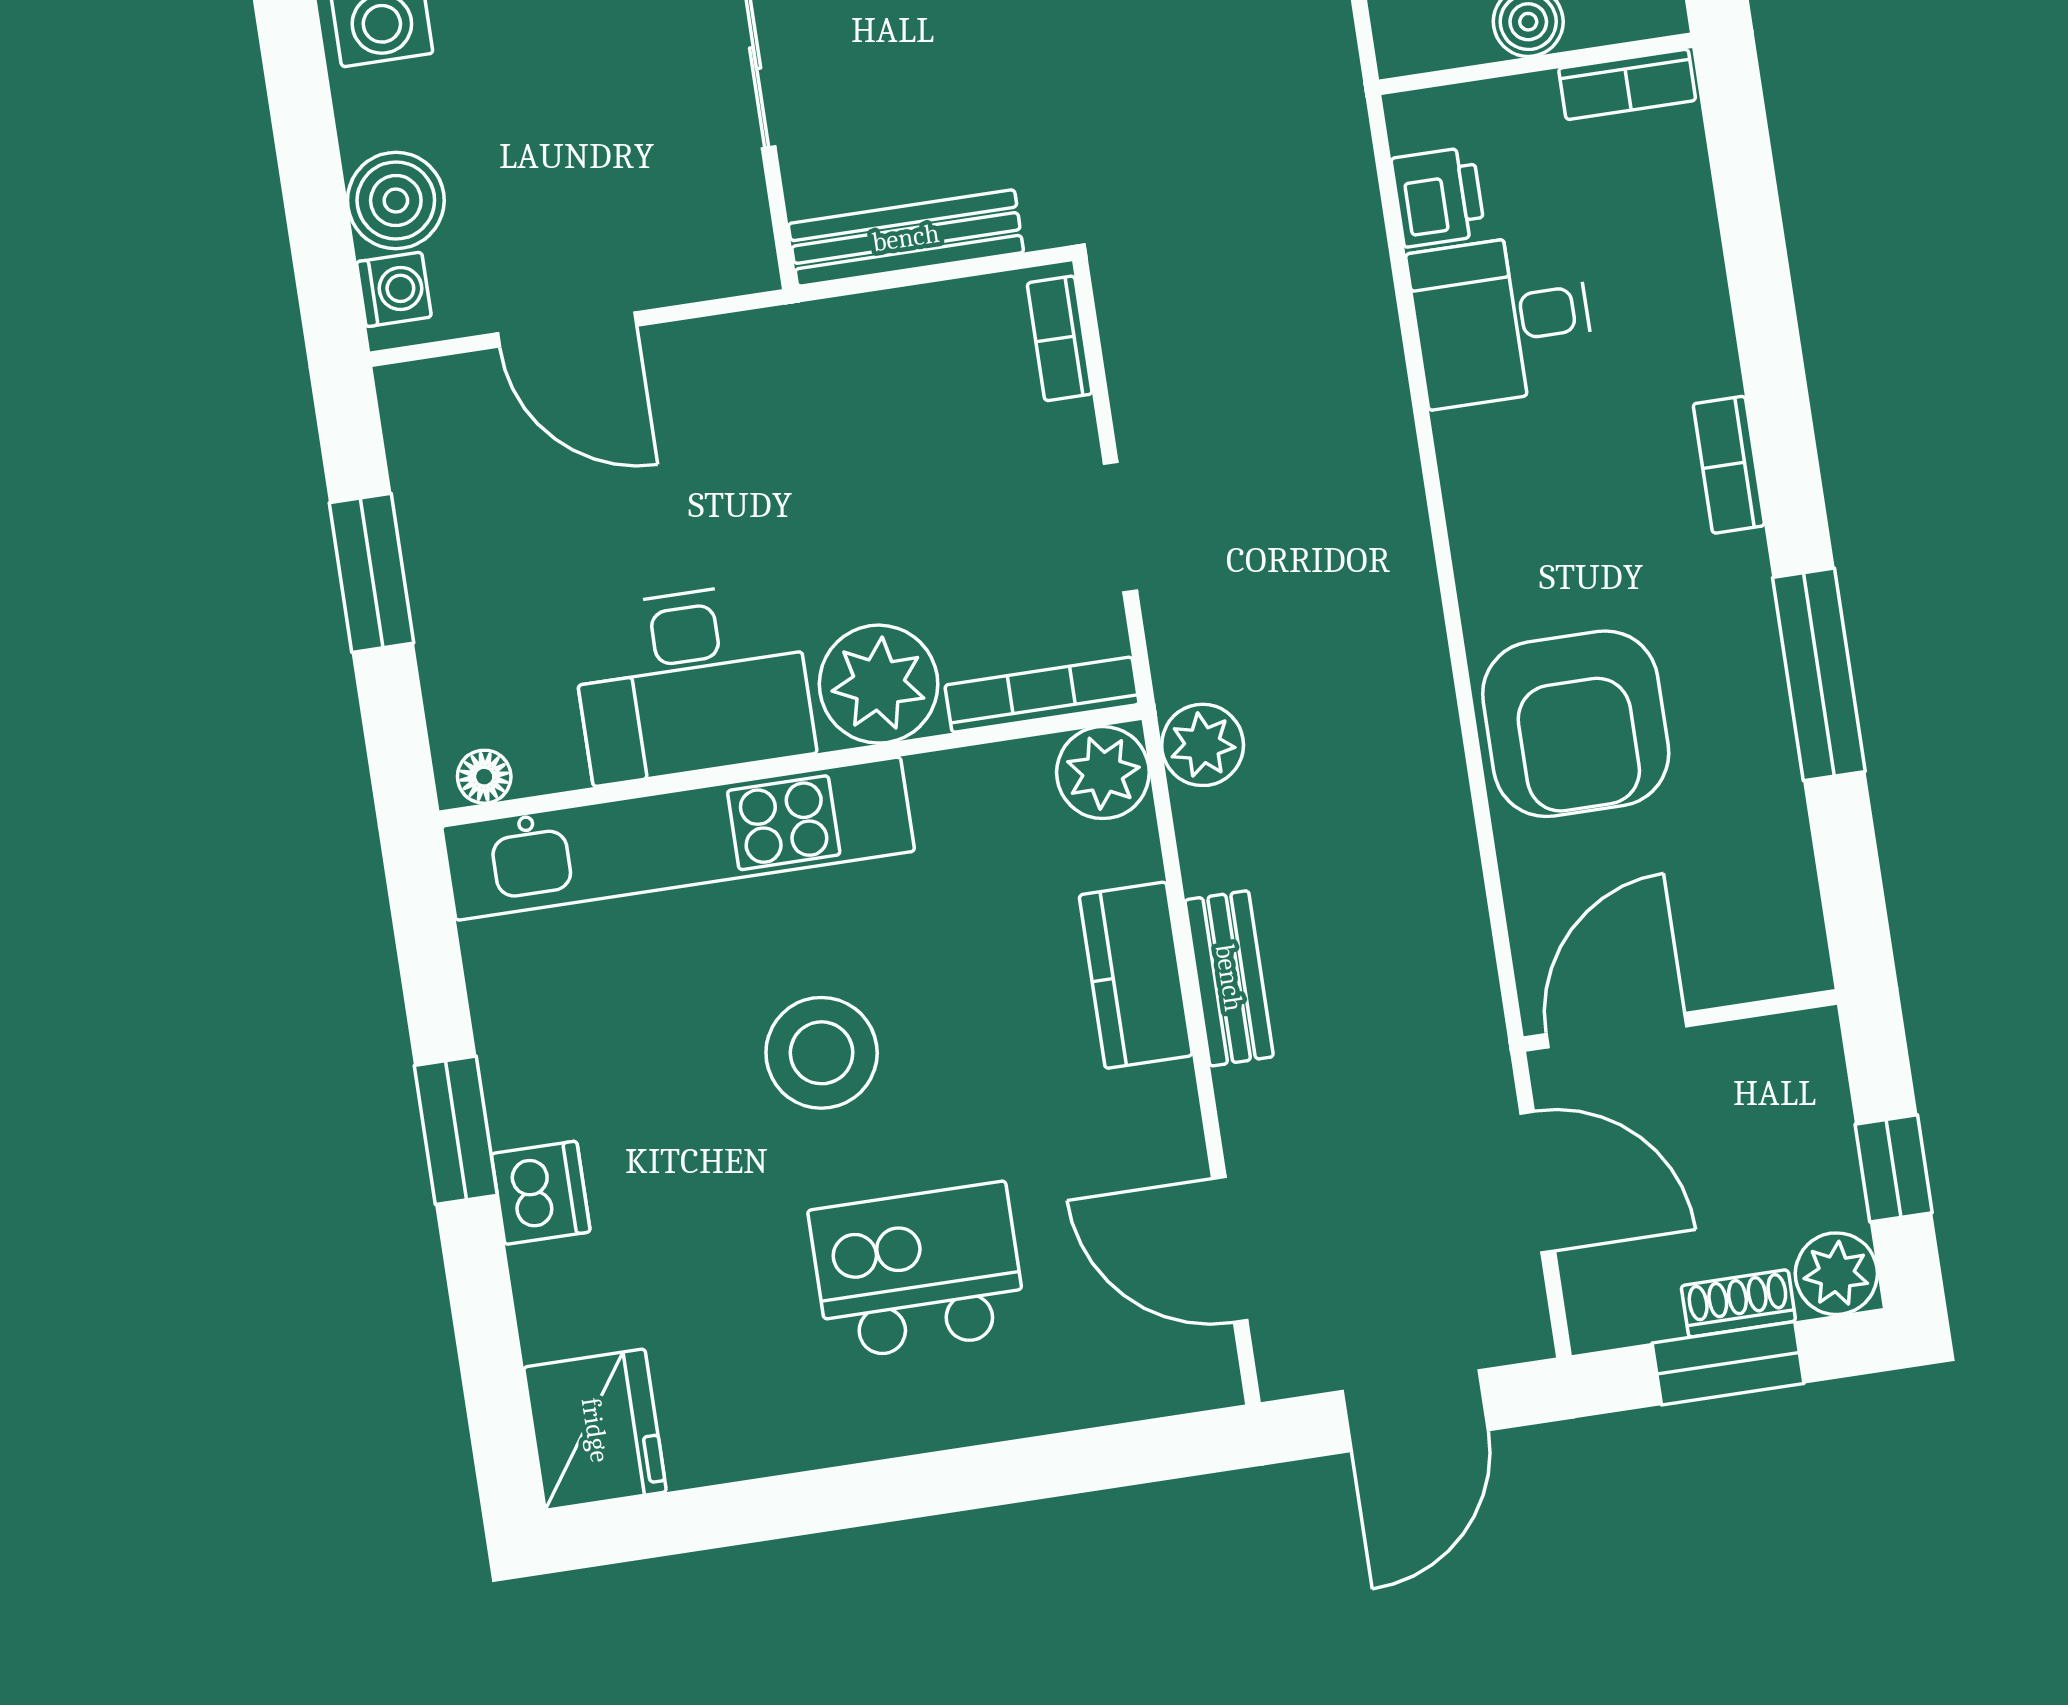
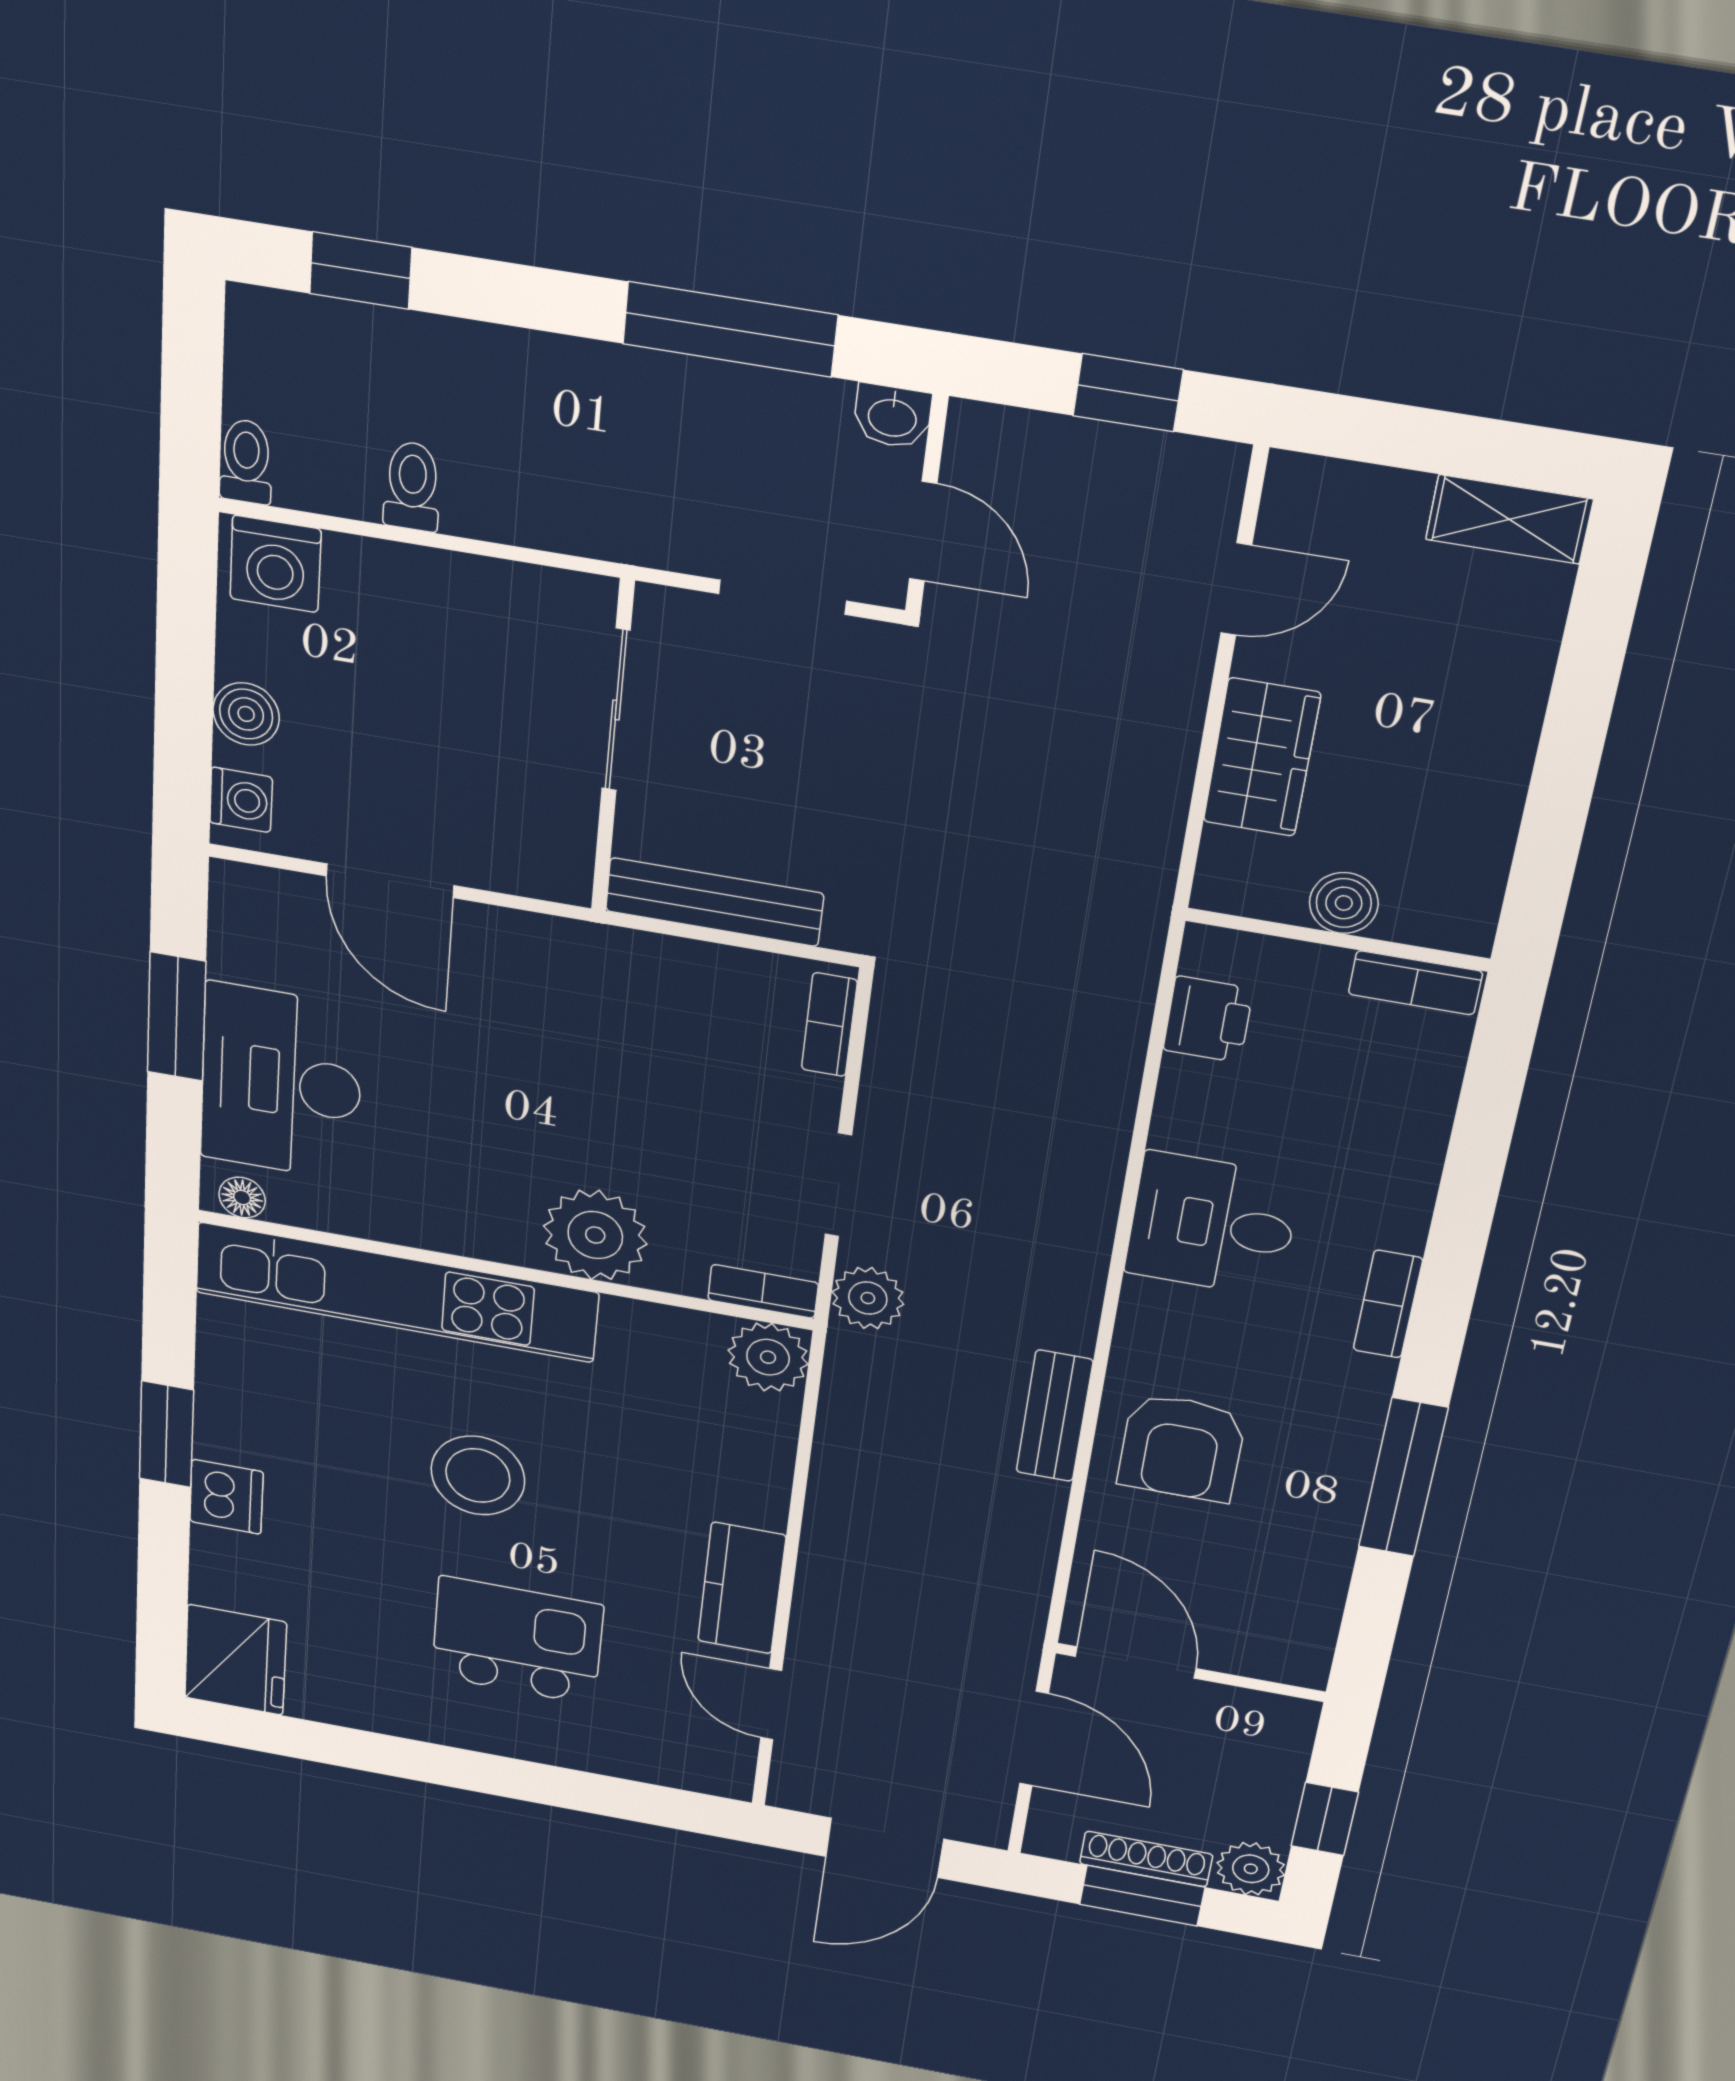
boiler: (396, 201) -> (246, 714), width x0.73, depth x0.73
desk: (1502, 320) -> (1212, 1225), moved
desk: (692, 682) -> (281, 1082), moved, turned 90
bookcase: (1042, 695) -> (763, 1291), width x0.64
armchair: (1576, 724) -> (1182, 1448), width x0.73, depth x0.73
plant: (1203, 745) -> (868, 1298), moved
kitchen counter: (1136, 975) -> (742, 1588), moved
bench: (1229, 978) -> (1054, 1416), moved
door: (1617, 1030) -> (1136, 1662), hinge flipped
door: (1230, 1250) -> (771, 1704), width x0.73
shoe rack: (1738, 1303) -> (1146, 1859), width x1.43

